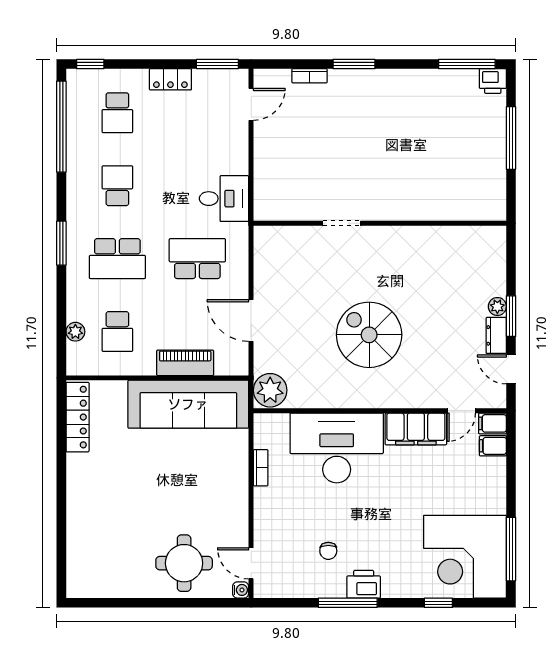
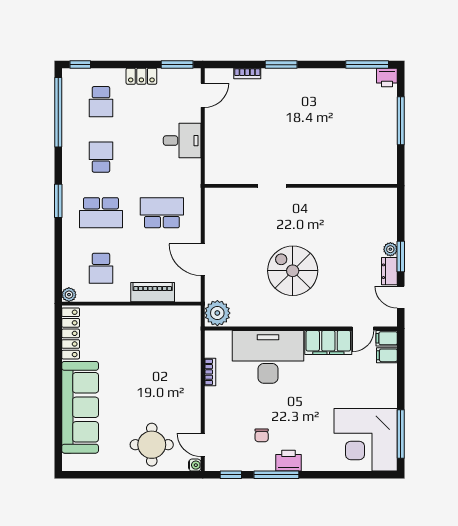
desk: (224, 199) -> (182, 141), moved
plant: (75, 332) -> (69, 295), moved
sofa: (188, 404) -> (80, 407), moved, turned -90
window: (438, 603) -> (231, 475), moved

